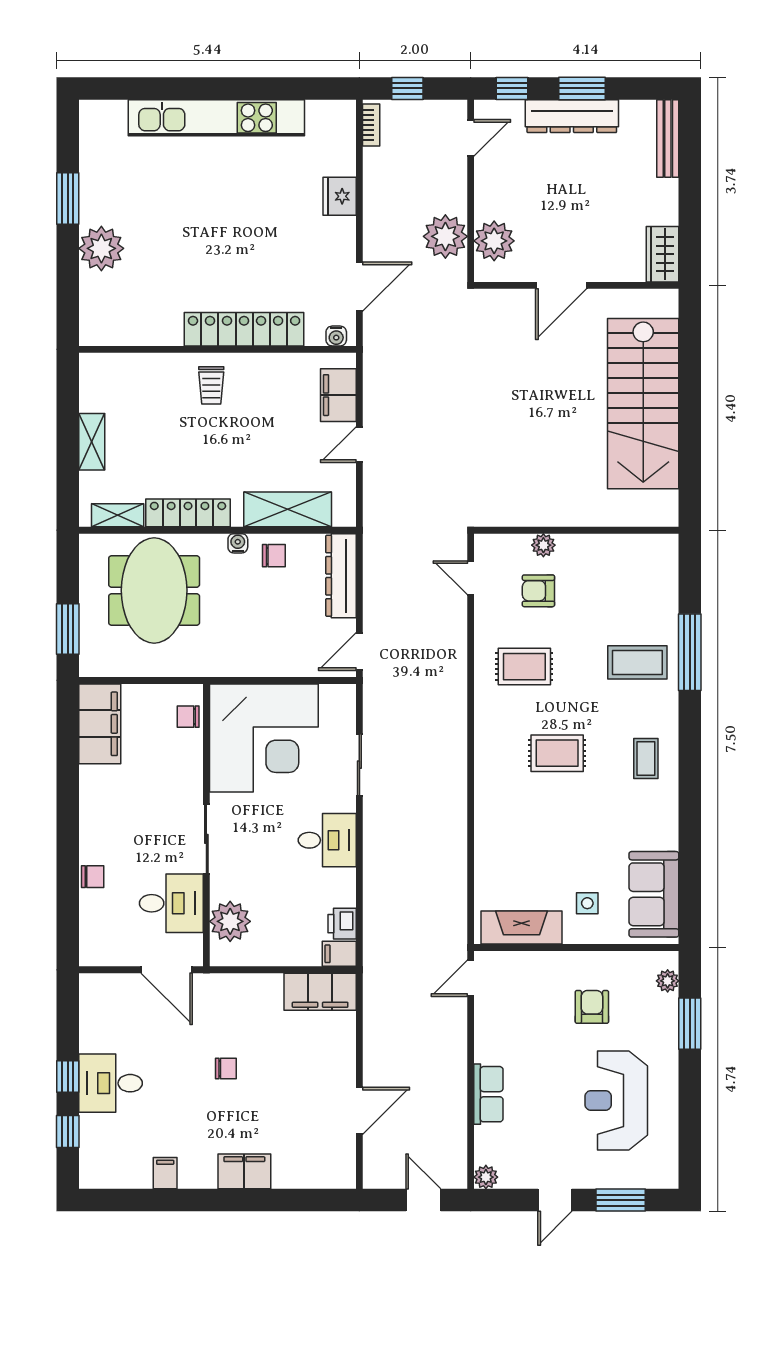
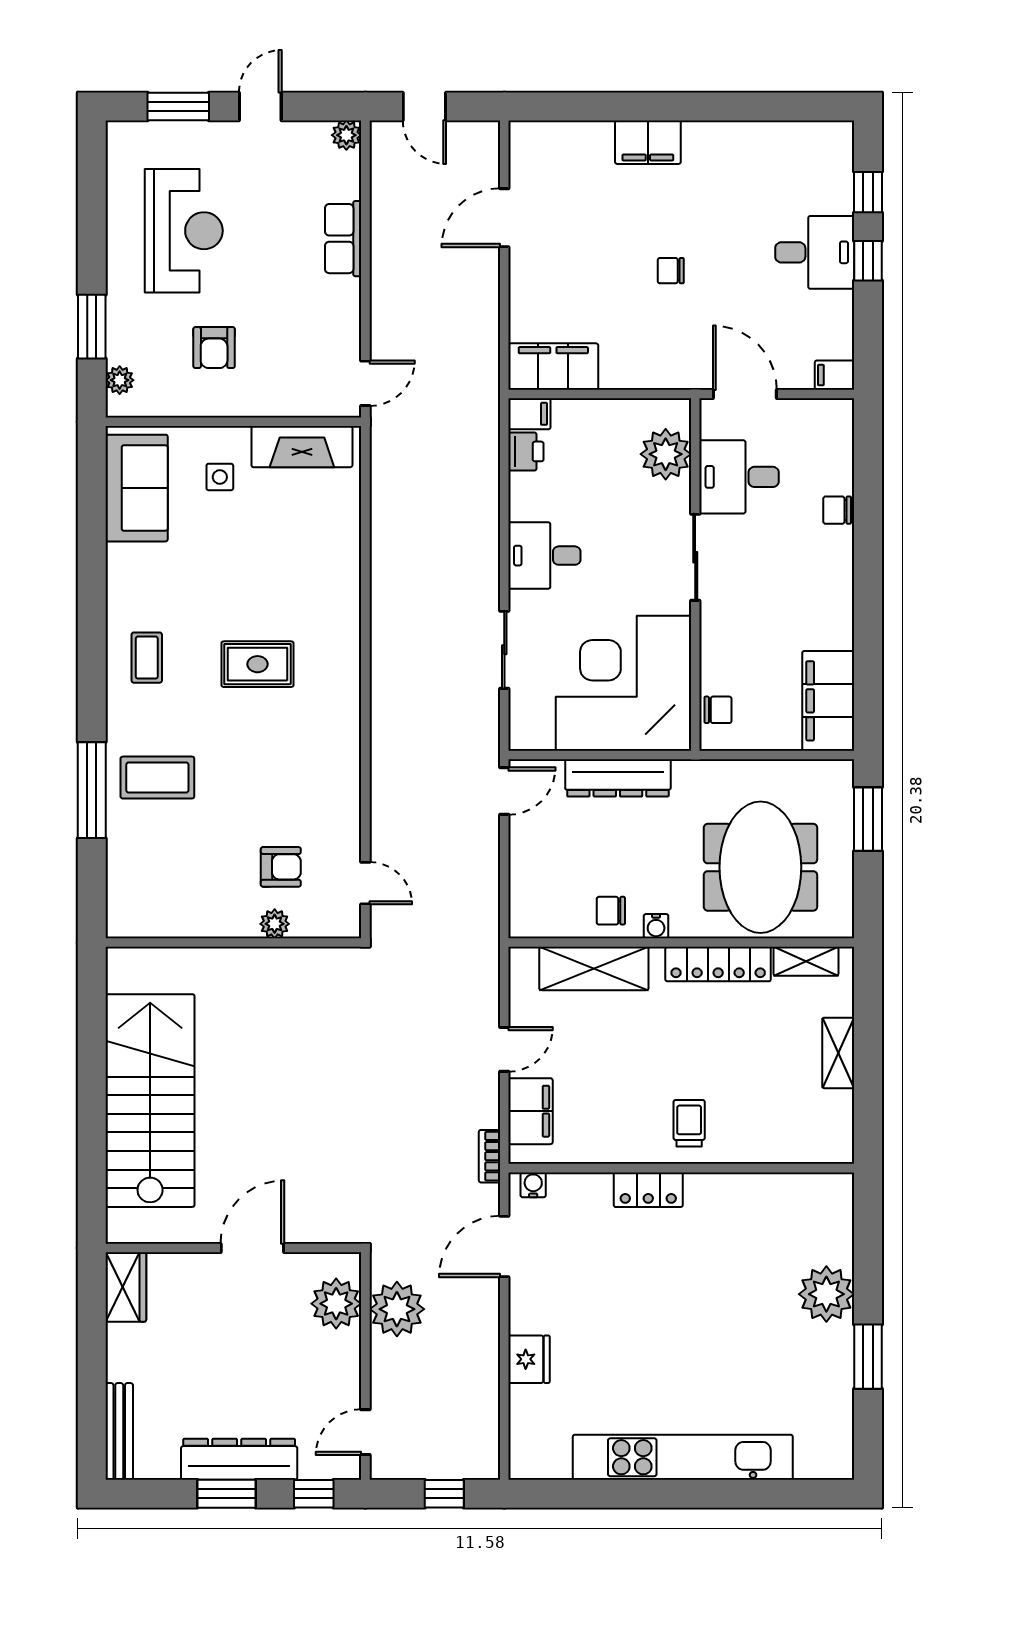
bookcase: (371, 125) -> (490, 1156), moved
locker: (244, 329) -> (648, 1190), width x0.46, depth x0.83
dresser: (341, 576) -> (618, 778), moved, turned 90
rug: (524, 667) -> (298, 772), removed
filing cabinet: (165, 1173) -> (835, 375), moved, turned 90

